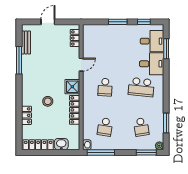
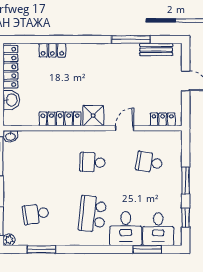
door: (81, 65) -> (125, 128), swing flipped
stool: (48, 101) -> (72, 81), removed
school desk: (105, 127) -> (149, 162), moved

